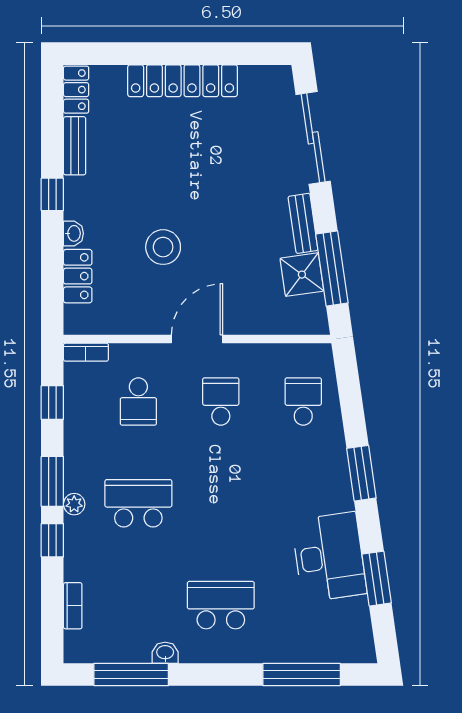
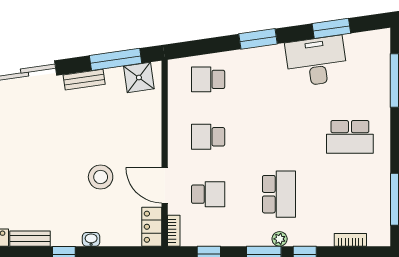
shower: (302, 275) -> (139, 78), moved
locker: (78, 276) -> (152, 227), moved, turned -90
door: (197, 339) -> (165, 185), moved
school desk: (138, 503) -> (279, 194), turned 180
school desk: (221, 605) -> (350, 137), turned -90
washbasin: (165, 653) -> (383, 176), removed

